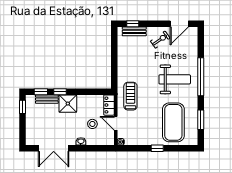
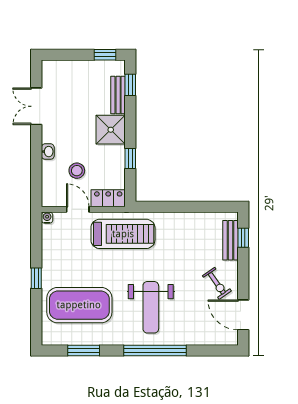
window: (60, 92) -> (130, 158), moved
treadmill: (130, 96) -> (123, 234), width x1.37, depth x1.38
door: (116, 123) -> (78, 209), hinge flipped
double door: (54, 148) -> (36, 106), width x0.73

